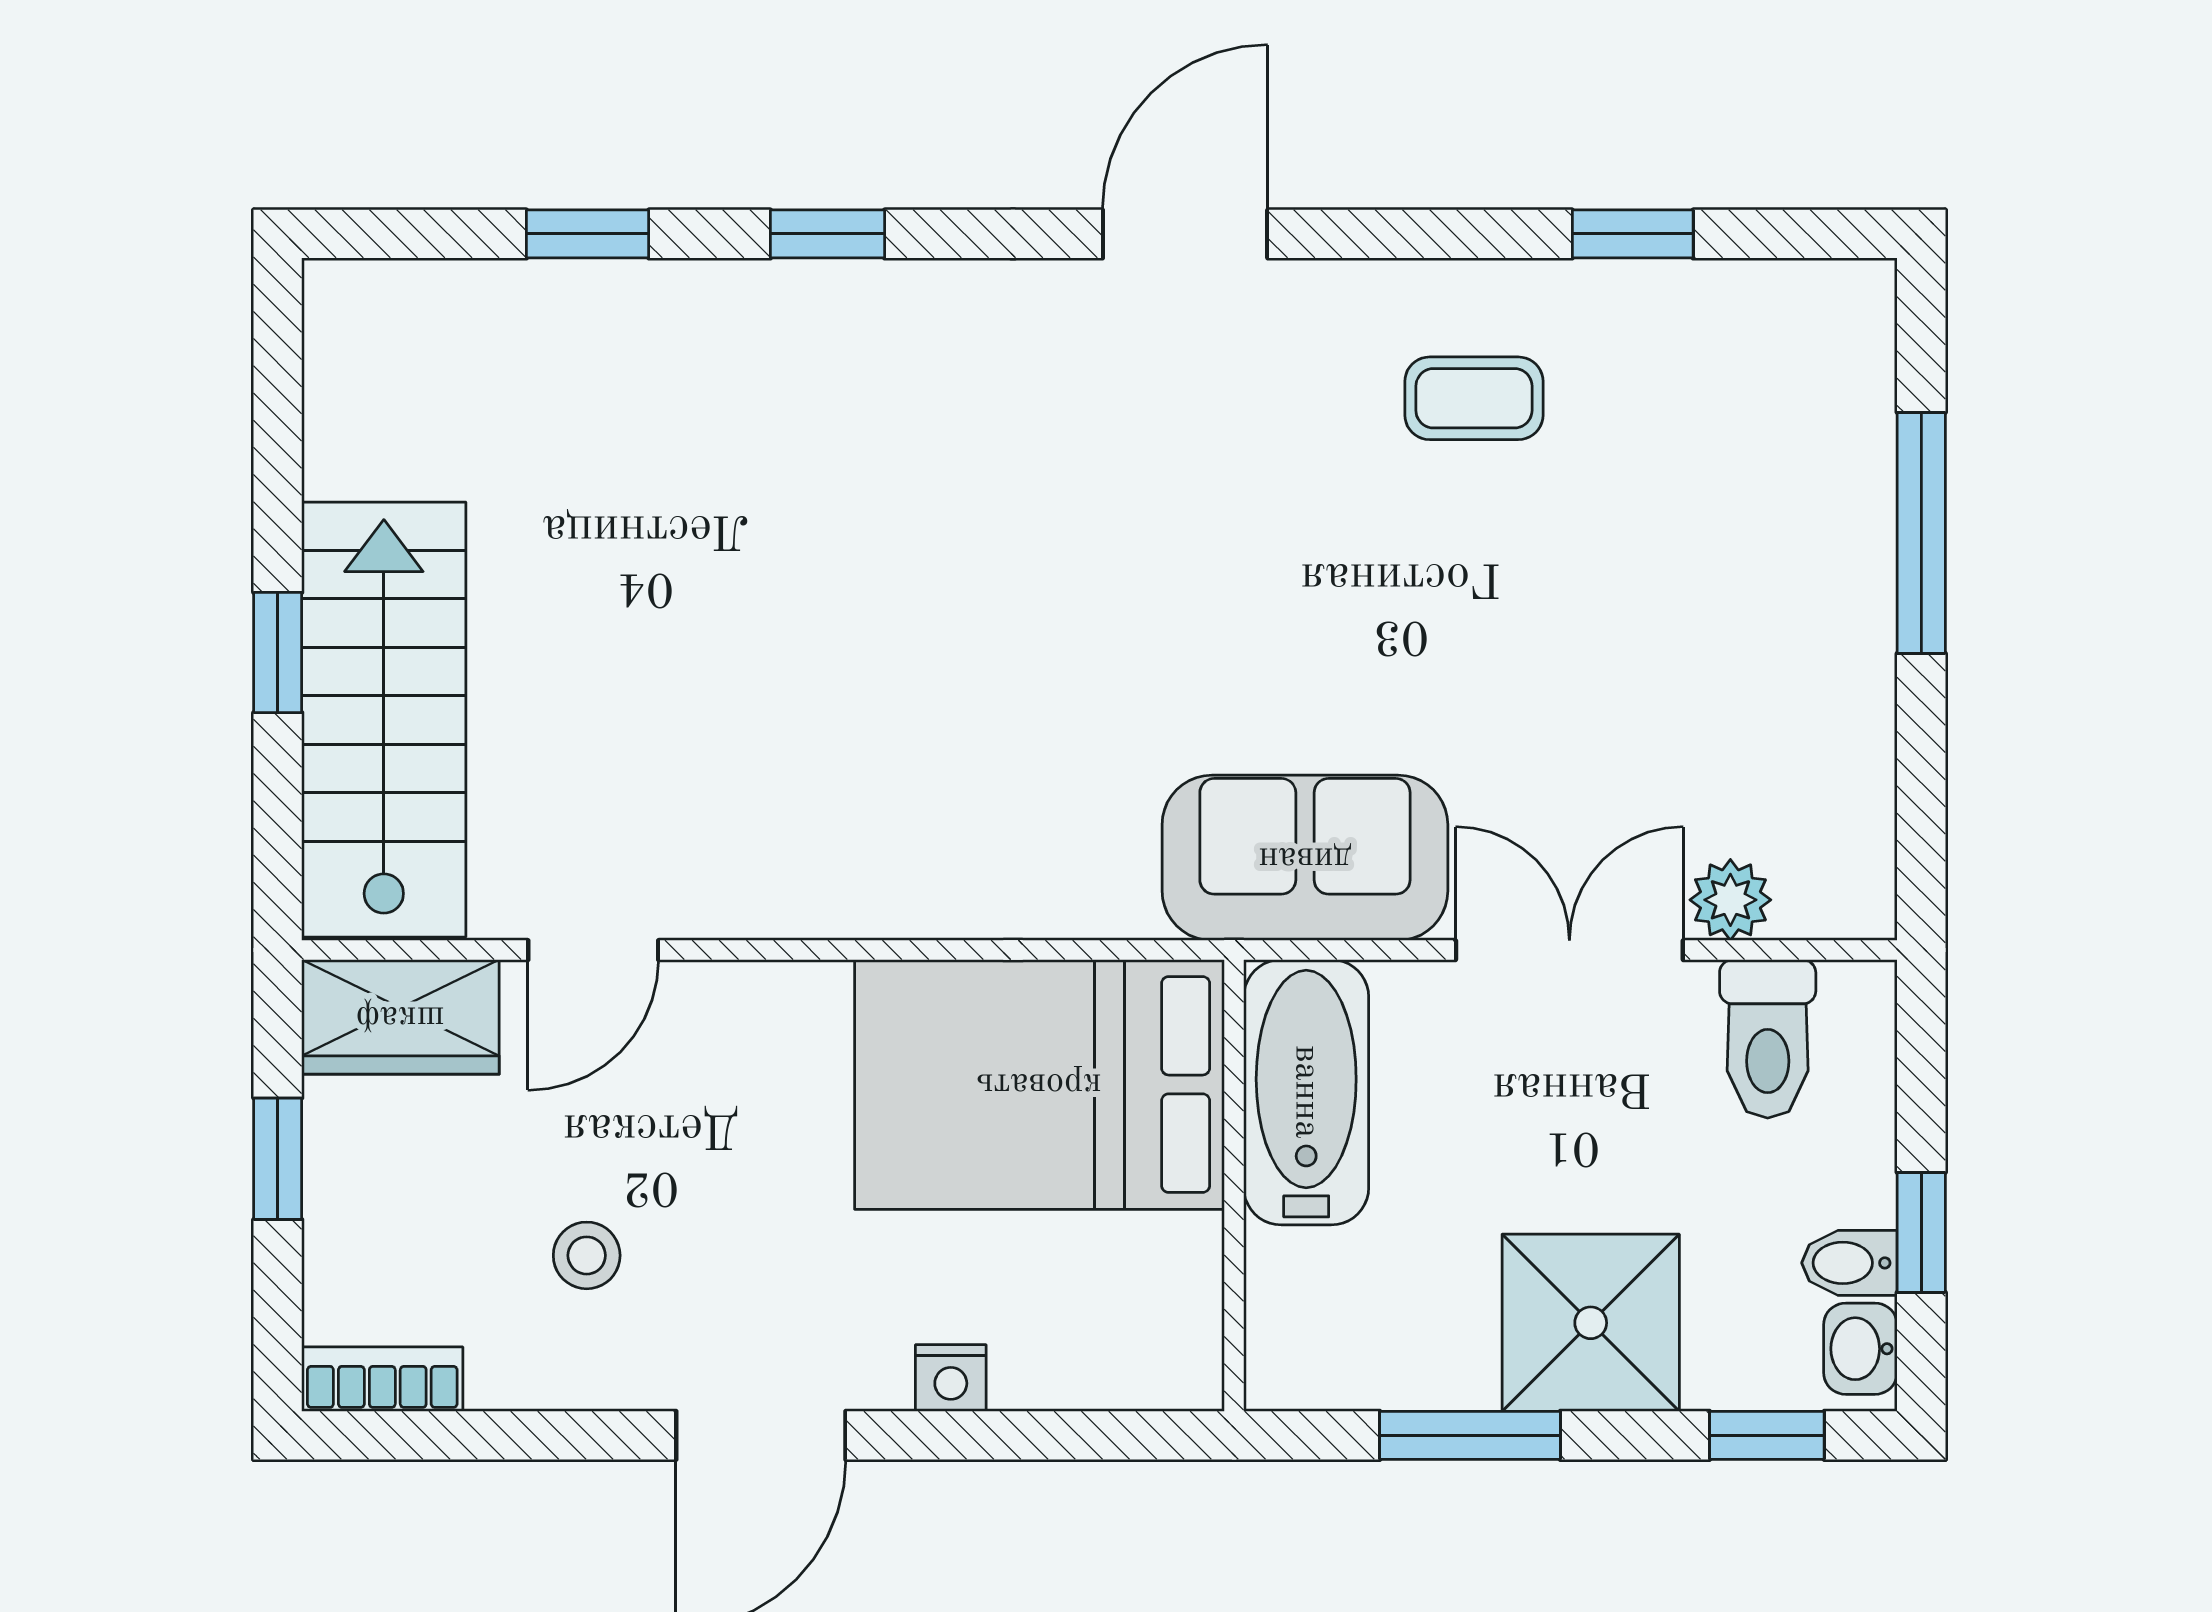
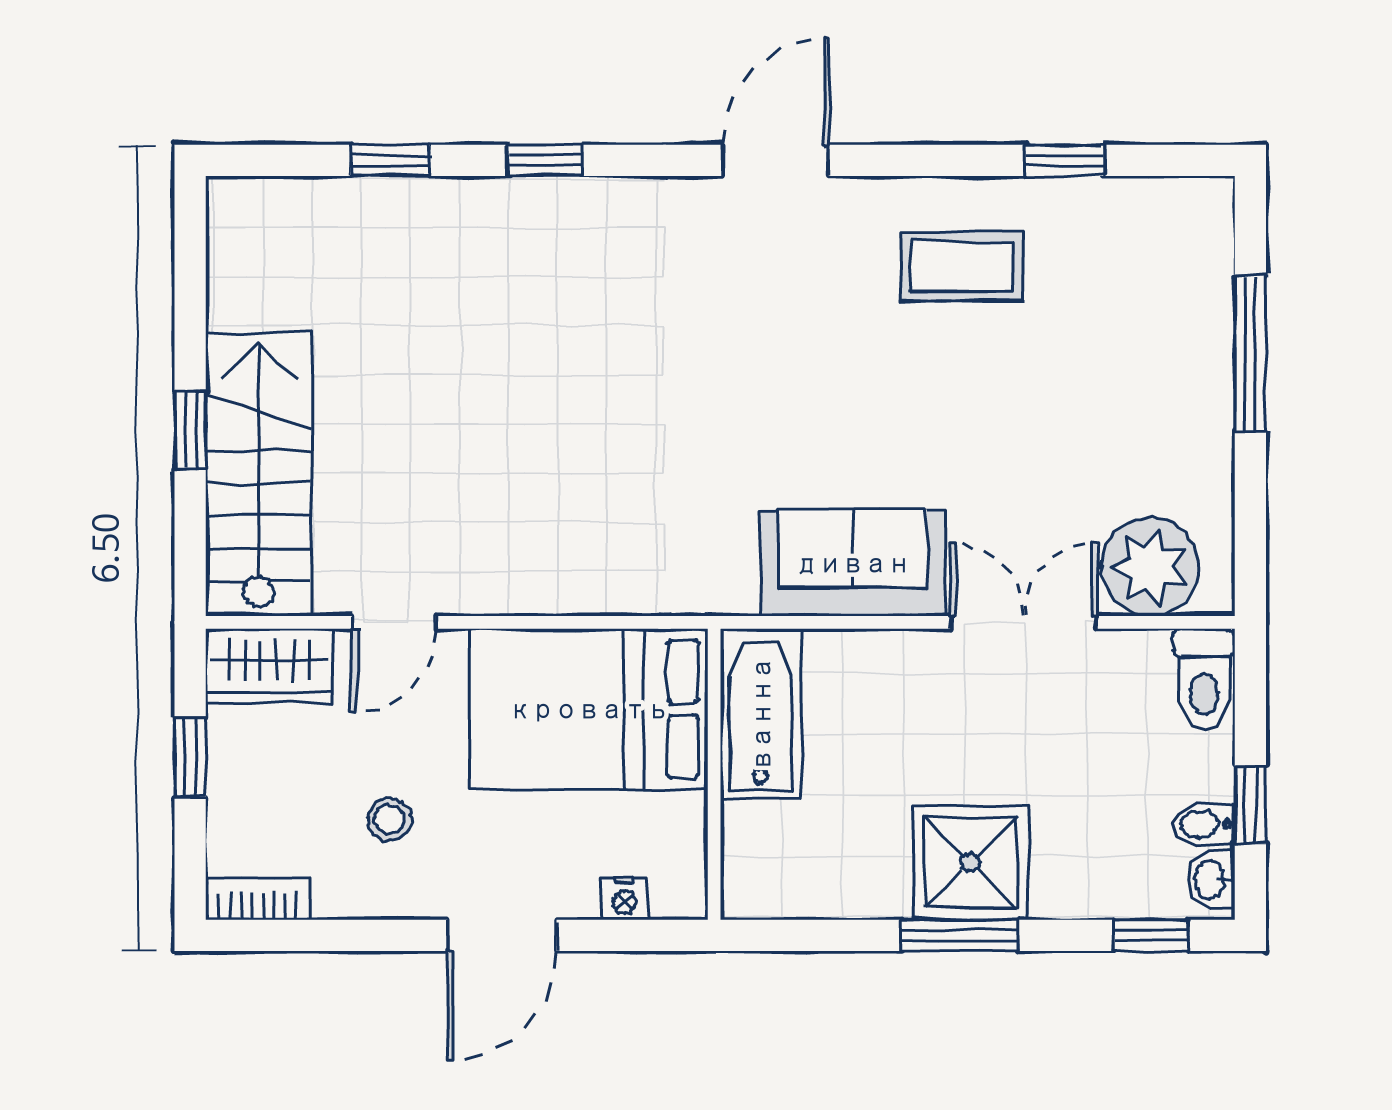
coffee table: (1474, 398) -> (962, 266), width x1.36, depth x1.30
plant: (1730, 900) -> (1150, 567), width x1.87, depth x1.87
toilet: (1768, 1039) -> (1204, 680), moved
bed: (1039, 1084) -> (589, 709), moved
bathtub: (1306, 1092) -> (761, 714), moved
wall: (1234, 1185) -> (714, 774), moved
shower: (1591, 1323) -> (970, 863), moved

